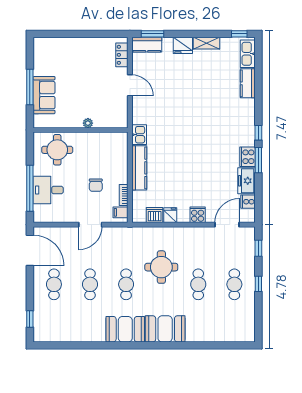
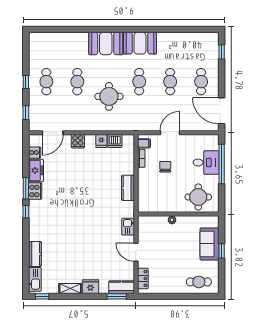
cafe table: (56, 51) -> (199, 282), added
window: (30, 87) -> (222, 251), width x0.46
kitchen sink: (139, 135) -> (128, 227), moved
kitchen counter: (139, 168) -> (128, 188), width x0.67

